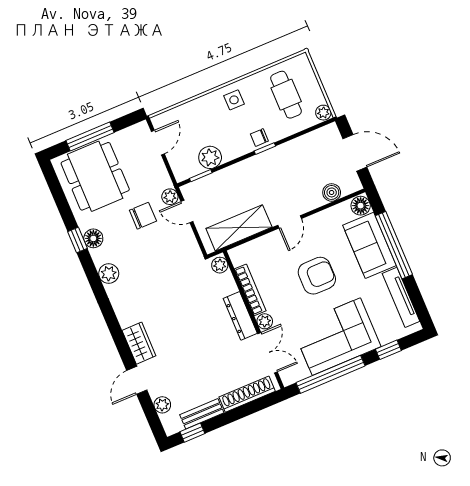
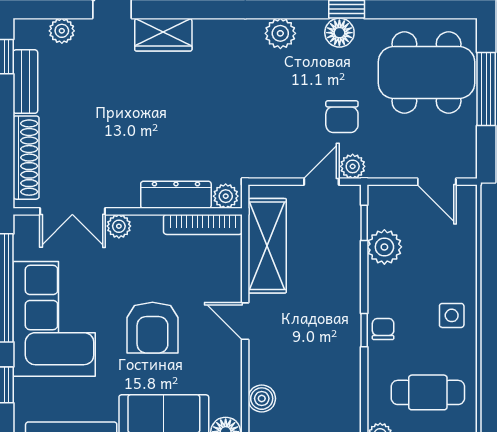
bookcase: (250, 290) -> (203, 224), moved
dresser: (240, 316) -> (176, 195), moved

